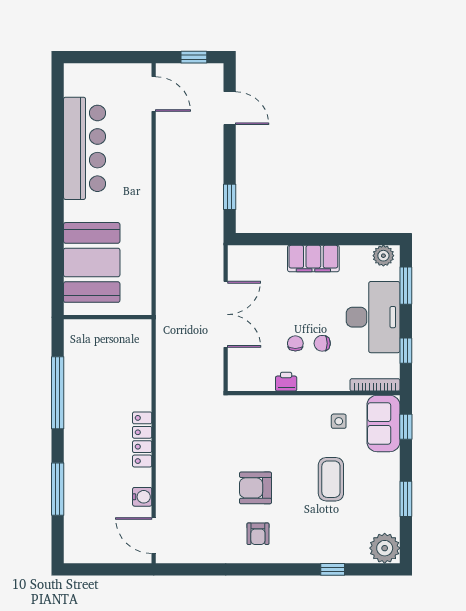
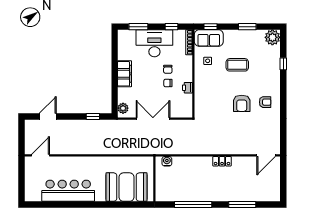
window: (194, 57) -> (22, 135), removed
plant: (383, 256) -> (123, 108), moved
locker: (142, 439) -> (222, 161), width x0.66
water cooler: (142, 497) -> (167, 161), moved

